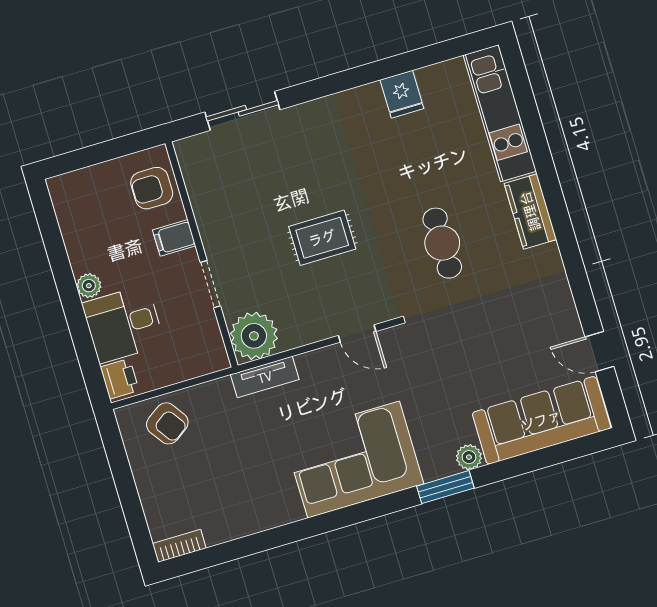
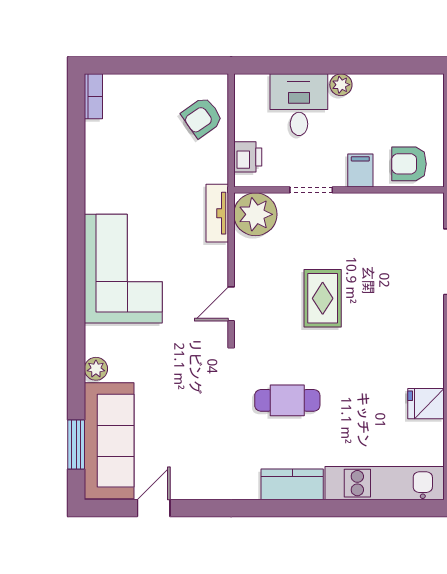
armchair: (152, 188) -> (409, 164), turned -90
printer: (120, 379) -> (248, 157), moved, turned -90
window: (445, 487) -> (76, 444), moved

